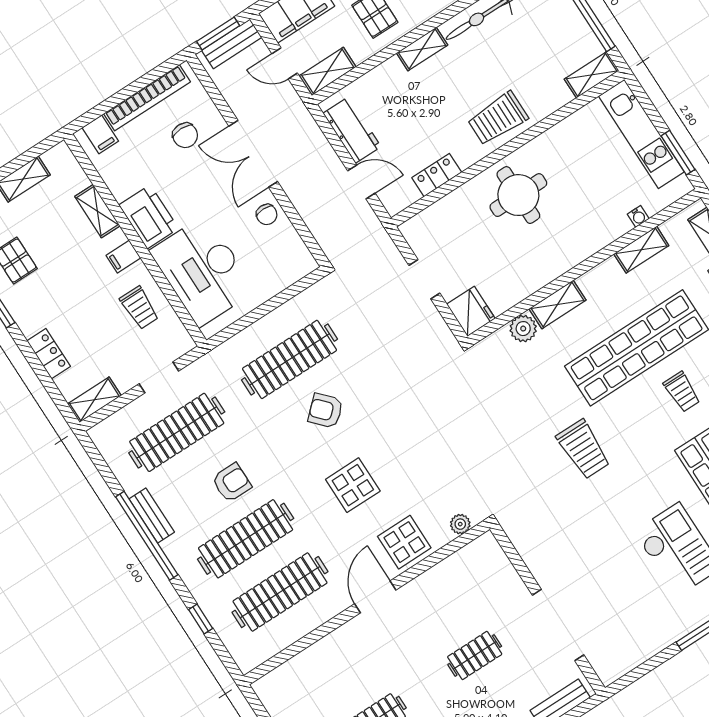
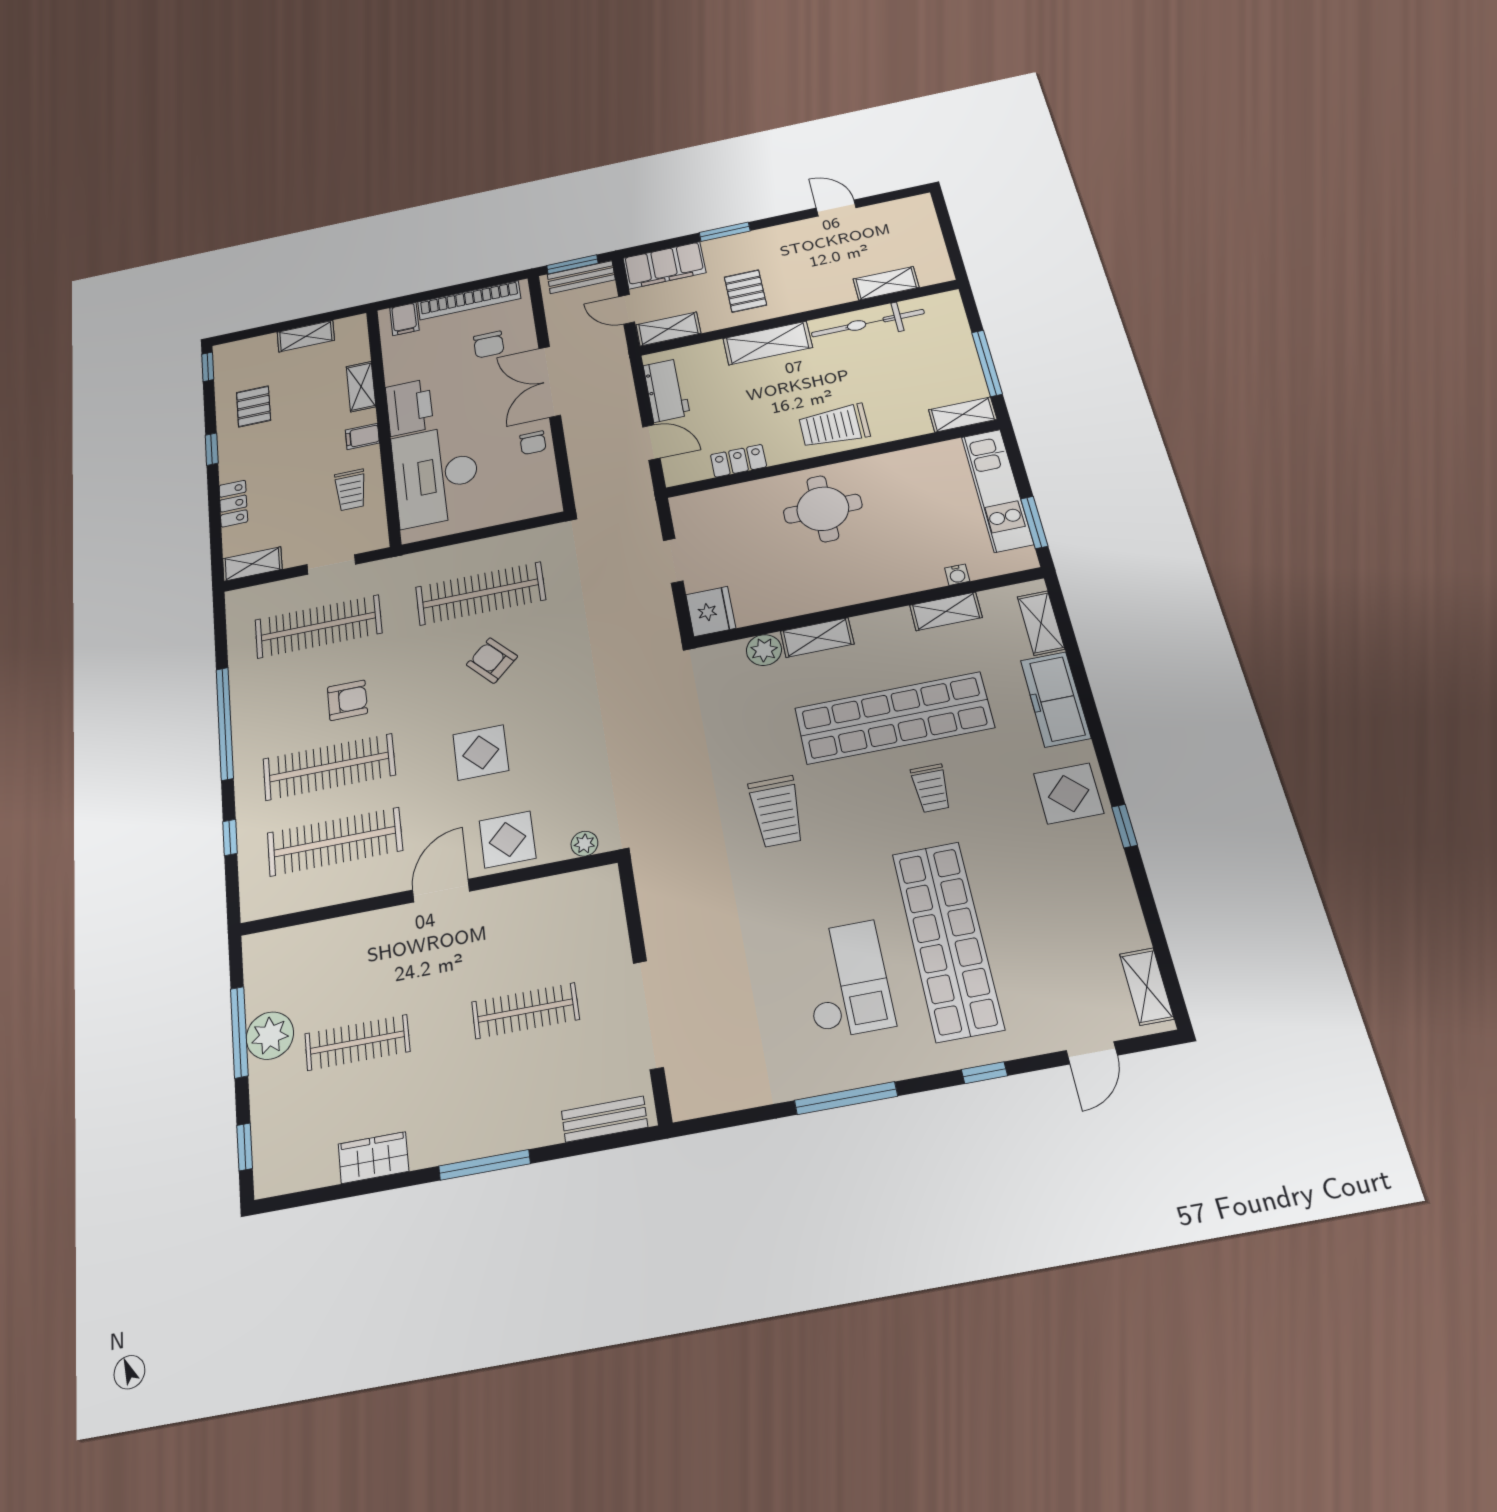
shelving: (422, 49) -> (768, 343), width x1.50, depth x1.33
bench: (152, 516) -> (242, 704), removed
clothes rail: (475, 655) -> (525, 1011), width x1.36

